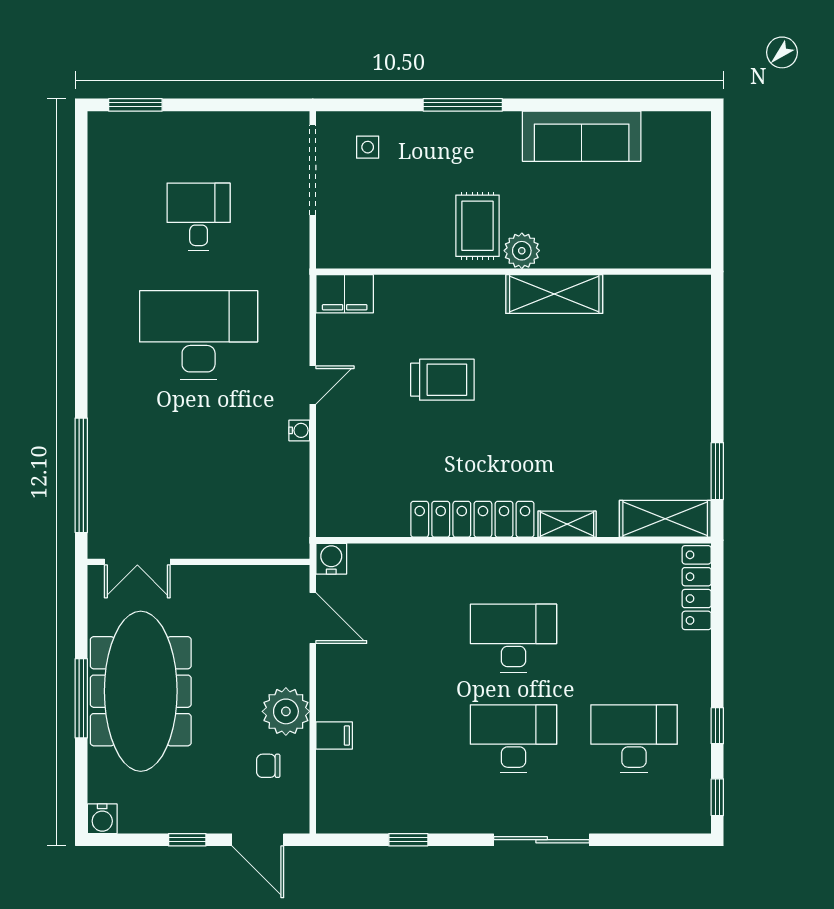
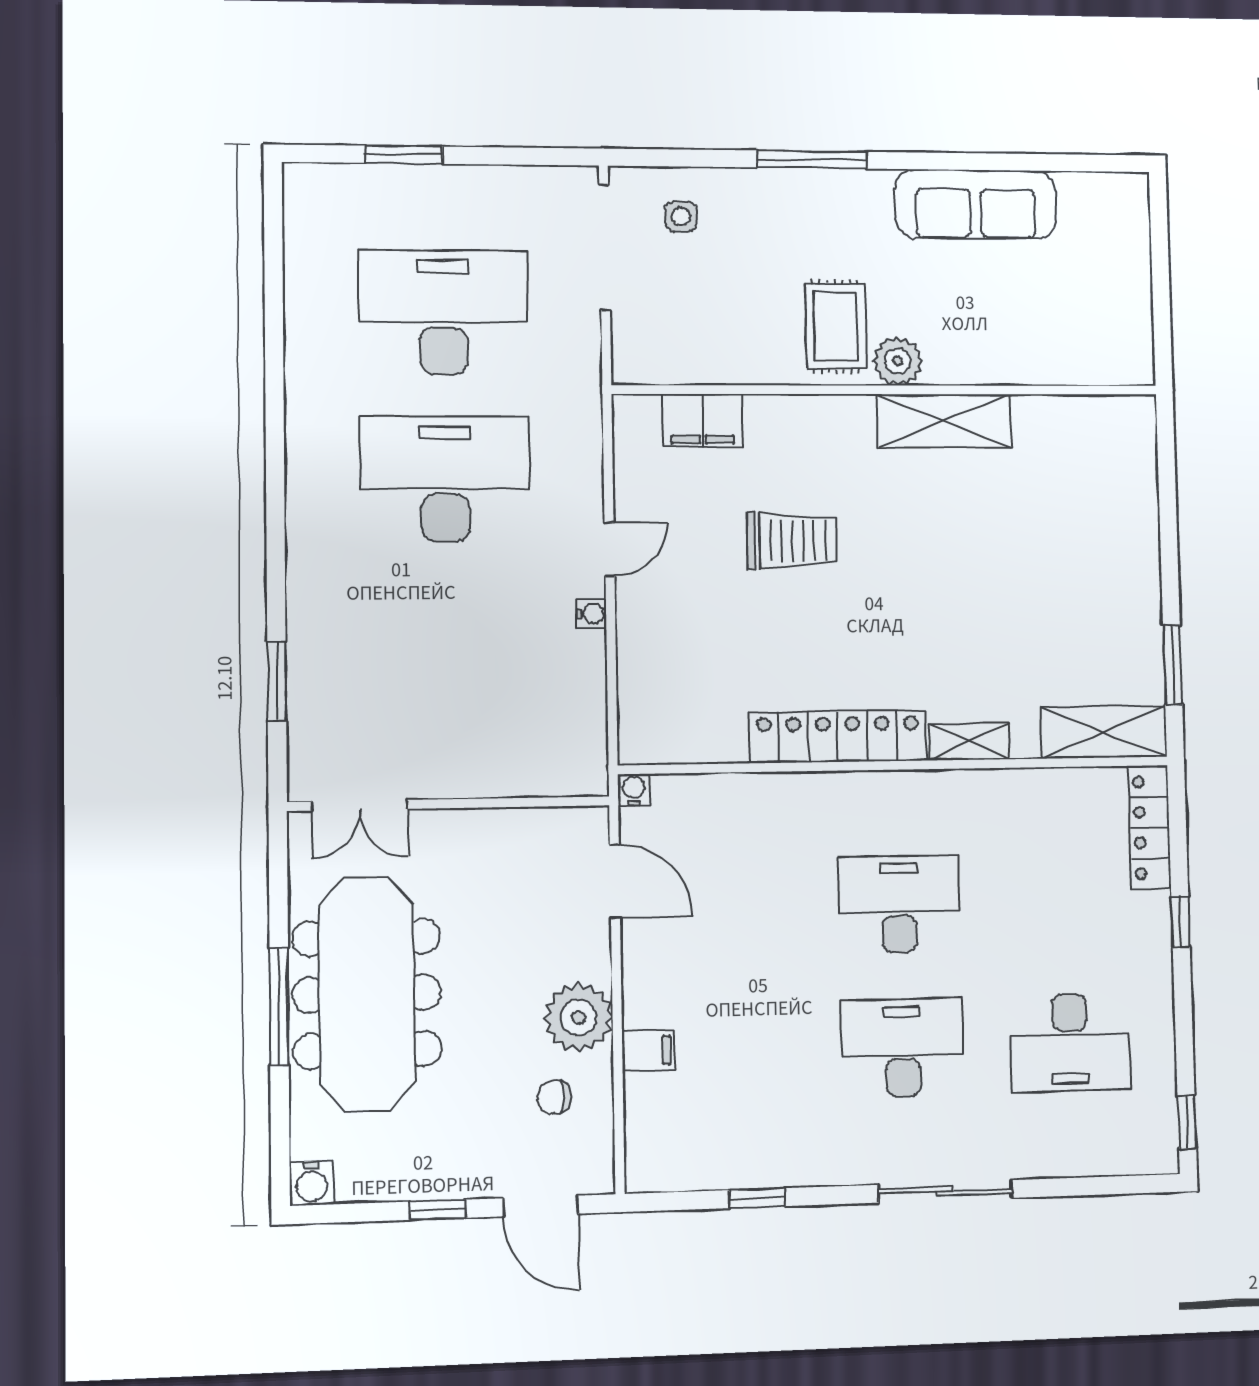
window: (135, 105) -> (404, 155), moved
desk: (199, 217) -> (443, 312), width x1.87, depth x1.30
filing cabinet: (345, 294) -> (702, 421), moved
window: (81, 475) -> (277, 681), width x0.47
water cooler: (331, 559) -> (634, 790), width x0.72, depth x0.72
window: (717, 726) -> (1181, 922), moved
desk: (634, 739) -> (1070, 1043), turned 180

